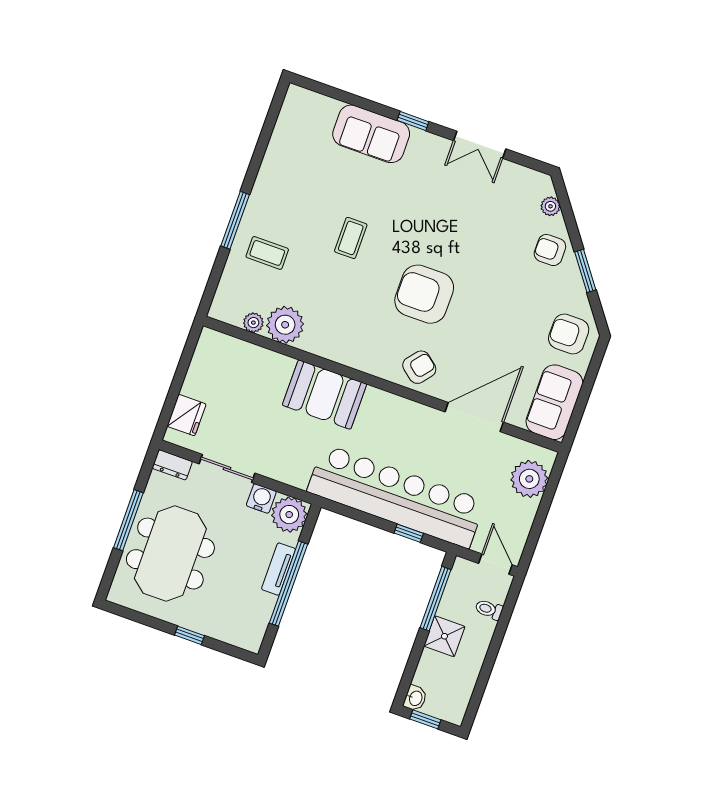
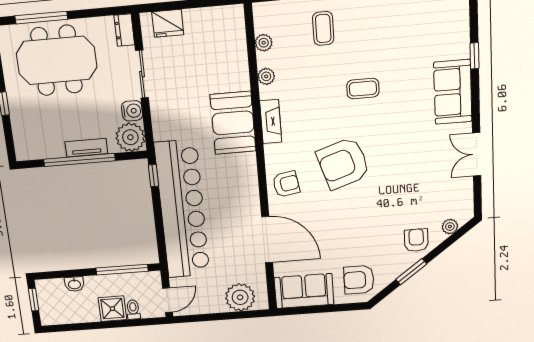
window: (413, 121) -> (474, 56), moved
sofa: (371, 134) -> (453, 92), moved
armchair: (424, 294) -> (343, 163), turned -108
plant: (285, 325) -> (266, 76), width x0.53, depth x0.53
armchair: (569, 334) -> (359, 280), turned -90
fireplace: (342, 353) -> (271, 122), added
armchair: (419, 367) -> (286, 184), turned -49
window: (128, 520) -> (41, 18), moved
window: (409, 533) -> (153, 176), moved
shower: (444, 636) -> (112, 309), moved
washbasin: (415, 698) -> (74, 284), moved

